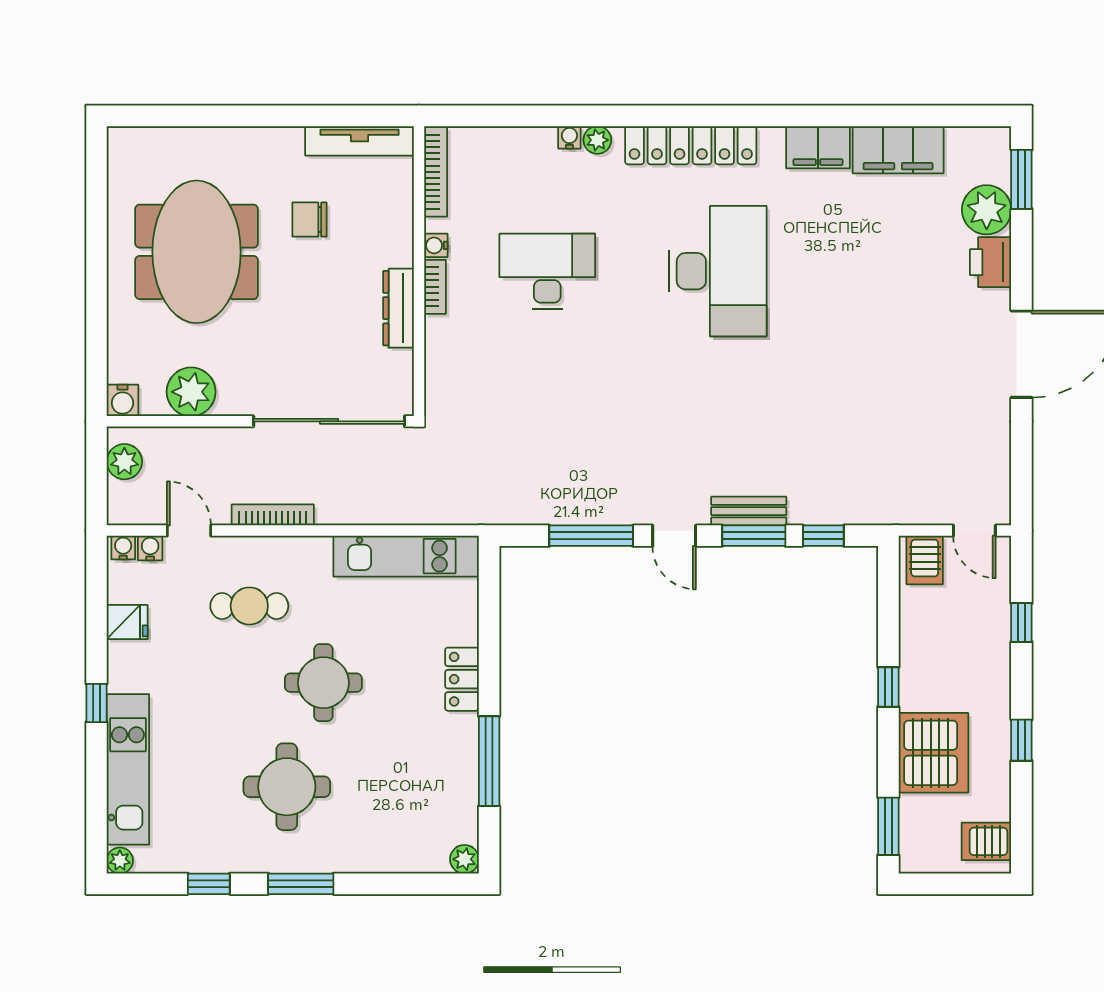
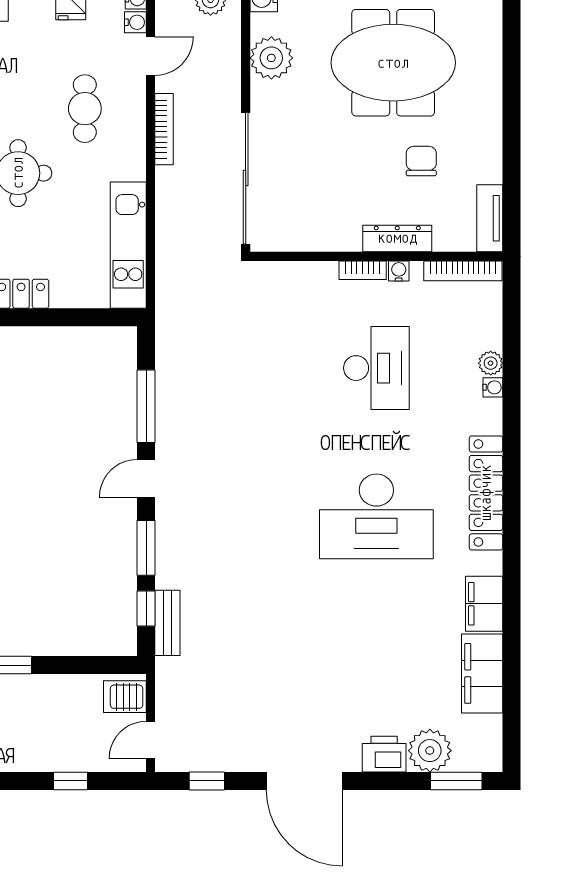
plant: (597, 140) -> (491, 363), moved
tv unit: (360, 141) -> (490, 218), width x0.71
dresser: (398, 308) -> (397, 238), moved
window: (1021, 466) -> (207, 781), added
bench: (749, 511) -> (167, 623), moved

